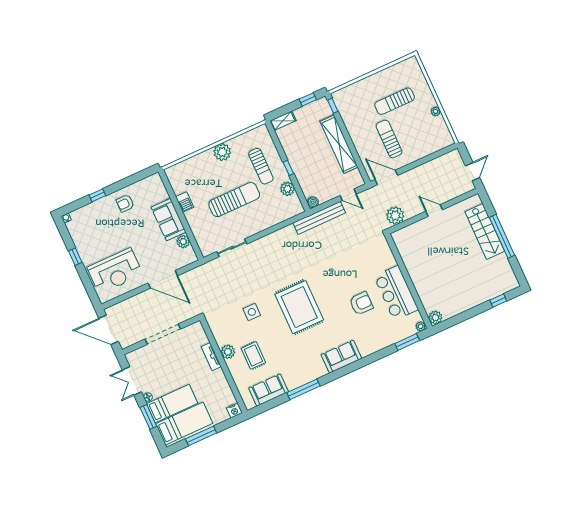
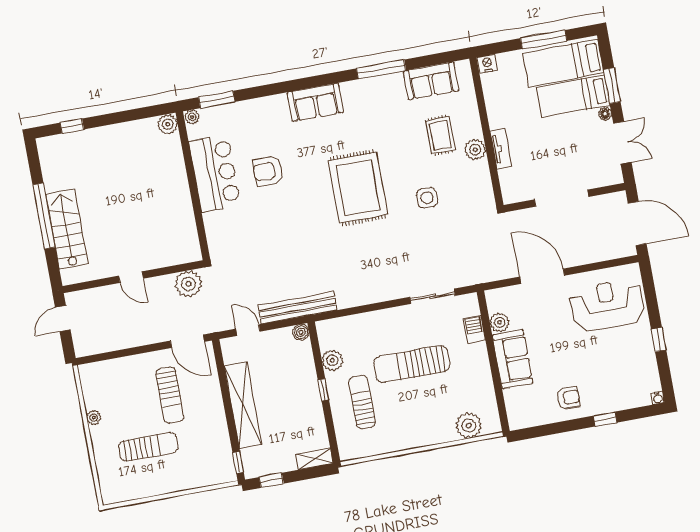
plant: (222, 152) -> (469, 425), moved
barbecue: (185, 202) -> (474, 329), moved

